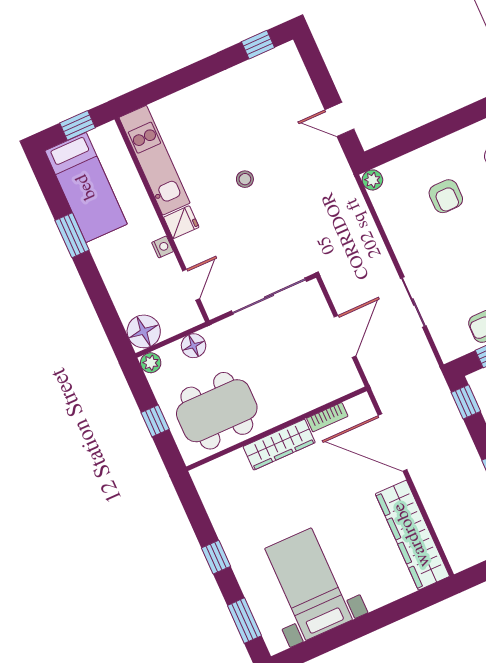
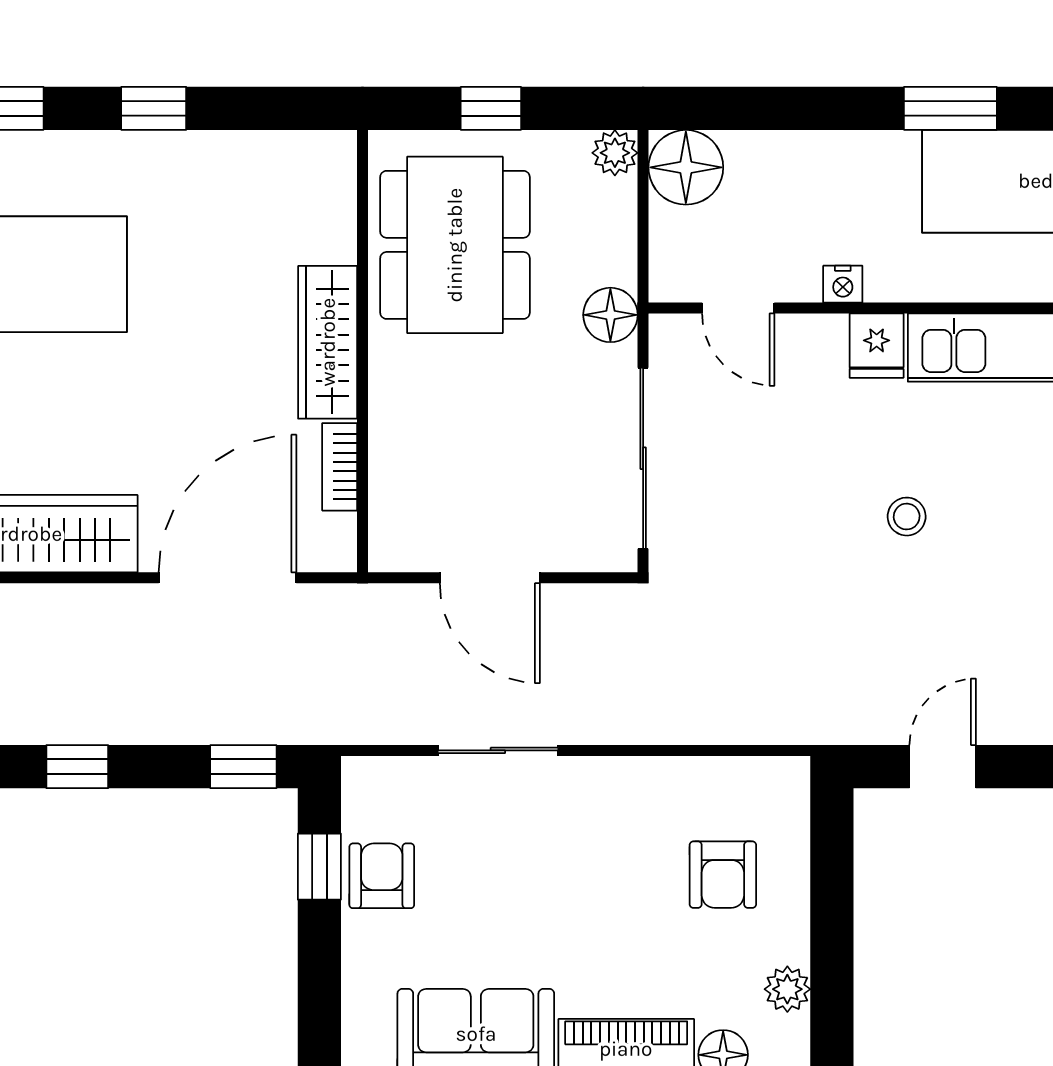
plant: (372, 180) -> (787, 989), moved
armchair: (446, 196) -> (723, 875), moved, turned -90
floor lamp: (194, 346) -> (610, 315), moved

